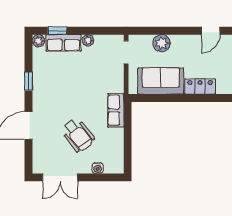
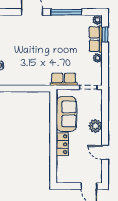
plant: (161, 43) -> (95, 126), moved
window: (28, 81) -> (66, 12), width x2.17
row of seats: (116, 110) -> (64, 79), moved
wheelchair: (78, 135) -> (25, 50), removed

